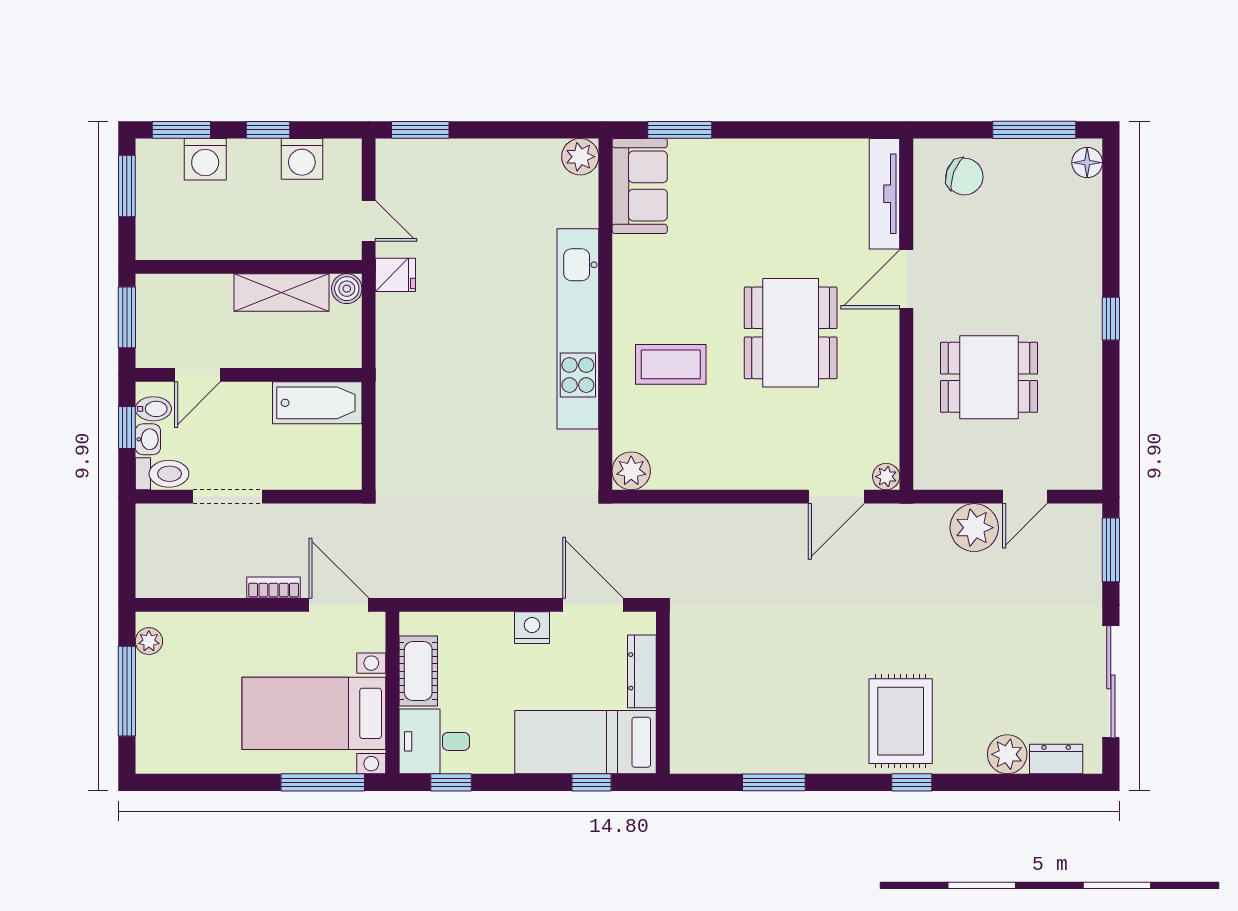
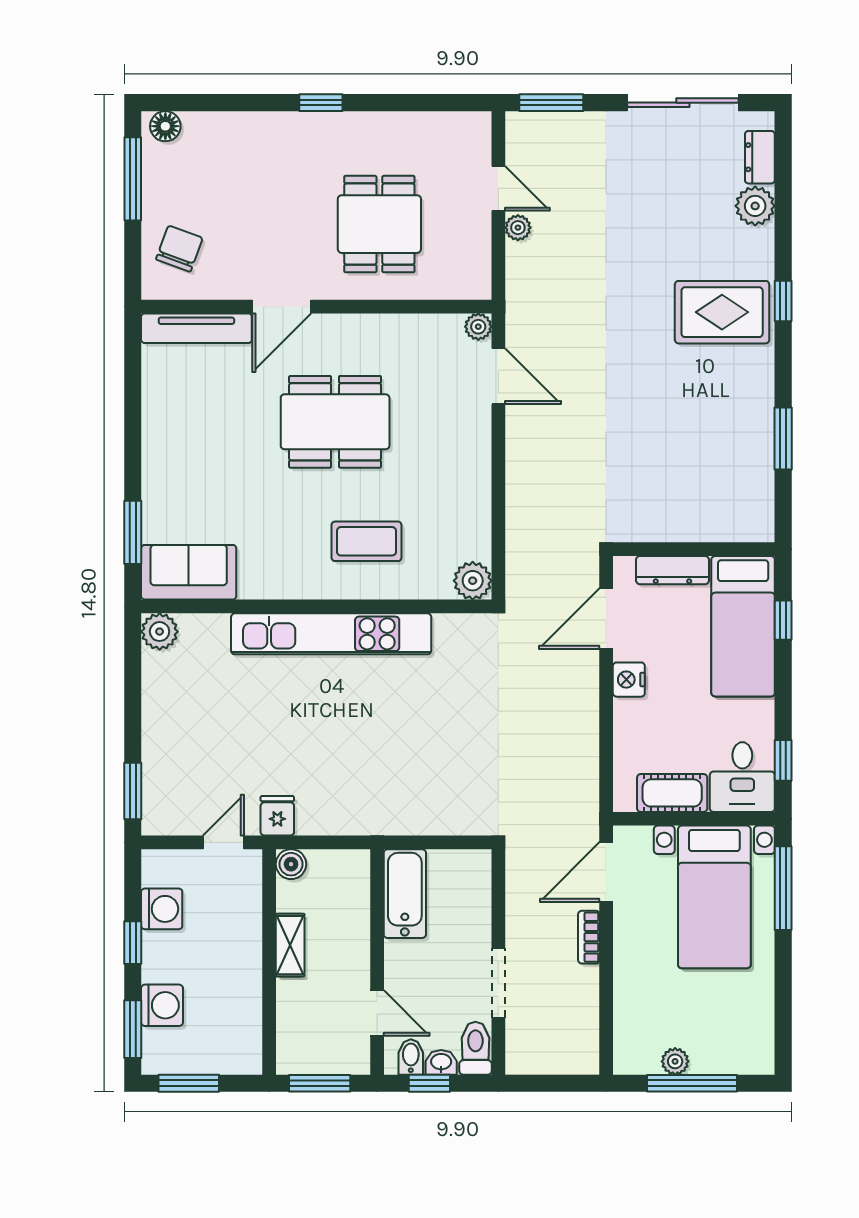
door: (906, 279) -> (282, 307), hinge flipped
shelving: (281, 292) -> (290, 945), width x0.67, depth x0.75
coffee table: (671, 364) -> (366, 541), turned 90
plant: (974, 528) -> (518, 228), width x0.53, depth x0.53
plant: (149, 641) -> (675, 1061), moved

